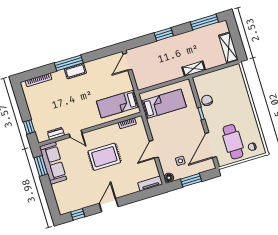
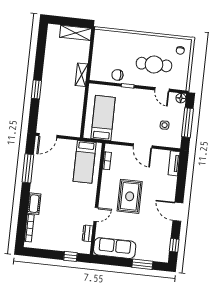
window: (204, 22) -> (41, 45), removed
door: (127, 62) -> (48, 136), hinge flipped
window: (69, 63) -> (28, 168), moved
cot: (75, 71) -> (34, 204), moved
cafe table: (233, 142) -> (154, 65), moved
door: (211, 145) -> (162, 90), width x0.53
window: (41, 166) -> (142, 264), moved
floor lamp: (169, 178) -> (181, 98), moved
window: (191, 180) -> (187, 123), width x1.44

